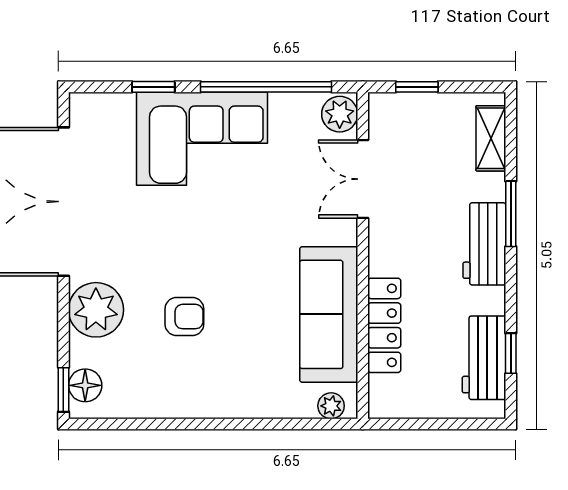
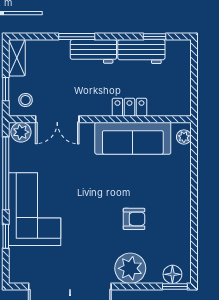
stool: (397, 122) -> (26, 100), added
shelving: (491, 138) -> (17, 58), moved, turned 90
armchair: (184, 317) -> (134, 219), turned 90
locker: (384, 325) -> (129, 107), width x0.66
workbench: (484, 358) -> (141, 52), moved

